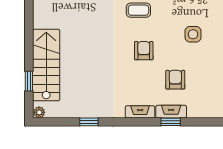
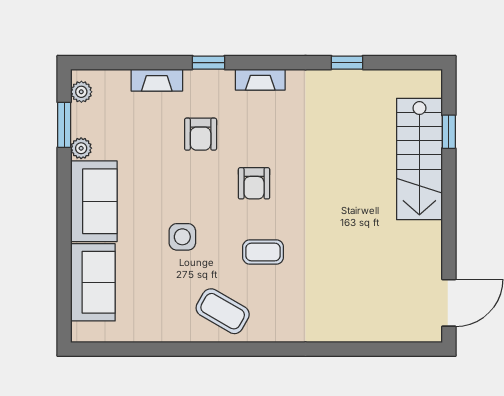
side table: (193, 34) -> (182, 237), moved
plant: (39, 112) -> (431, 79), removed
fireplace: (171, 112) -> (157, 80), moved

